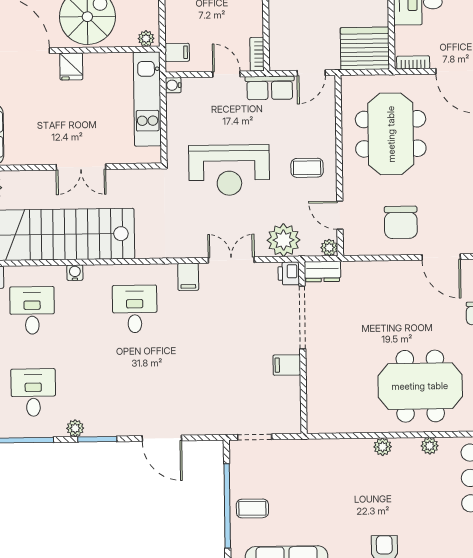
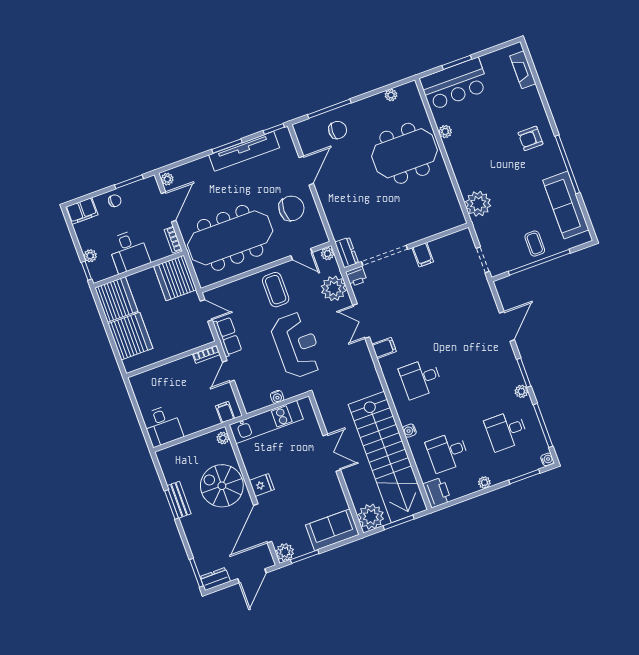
water cooler: (173, 85) -> (277, 397), moved
meeting table: (391, 134) -> (230, 238), width x1.36
coffee table: (307, 168) -> (276, 290), width x1.36, depth x1.30
door: (340, 215) -> (302, 254), hinge flipped
meeting table: (420, 386) -> (405, 153), turned 90
plant: (383, 447) -> (478, 204), moved, width x1.88, depth x1.88

